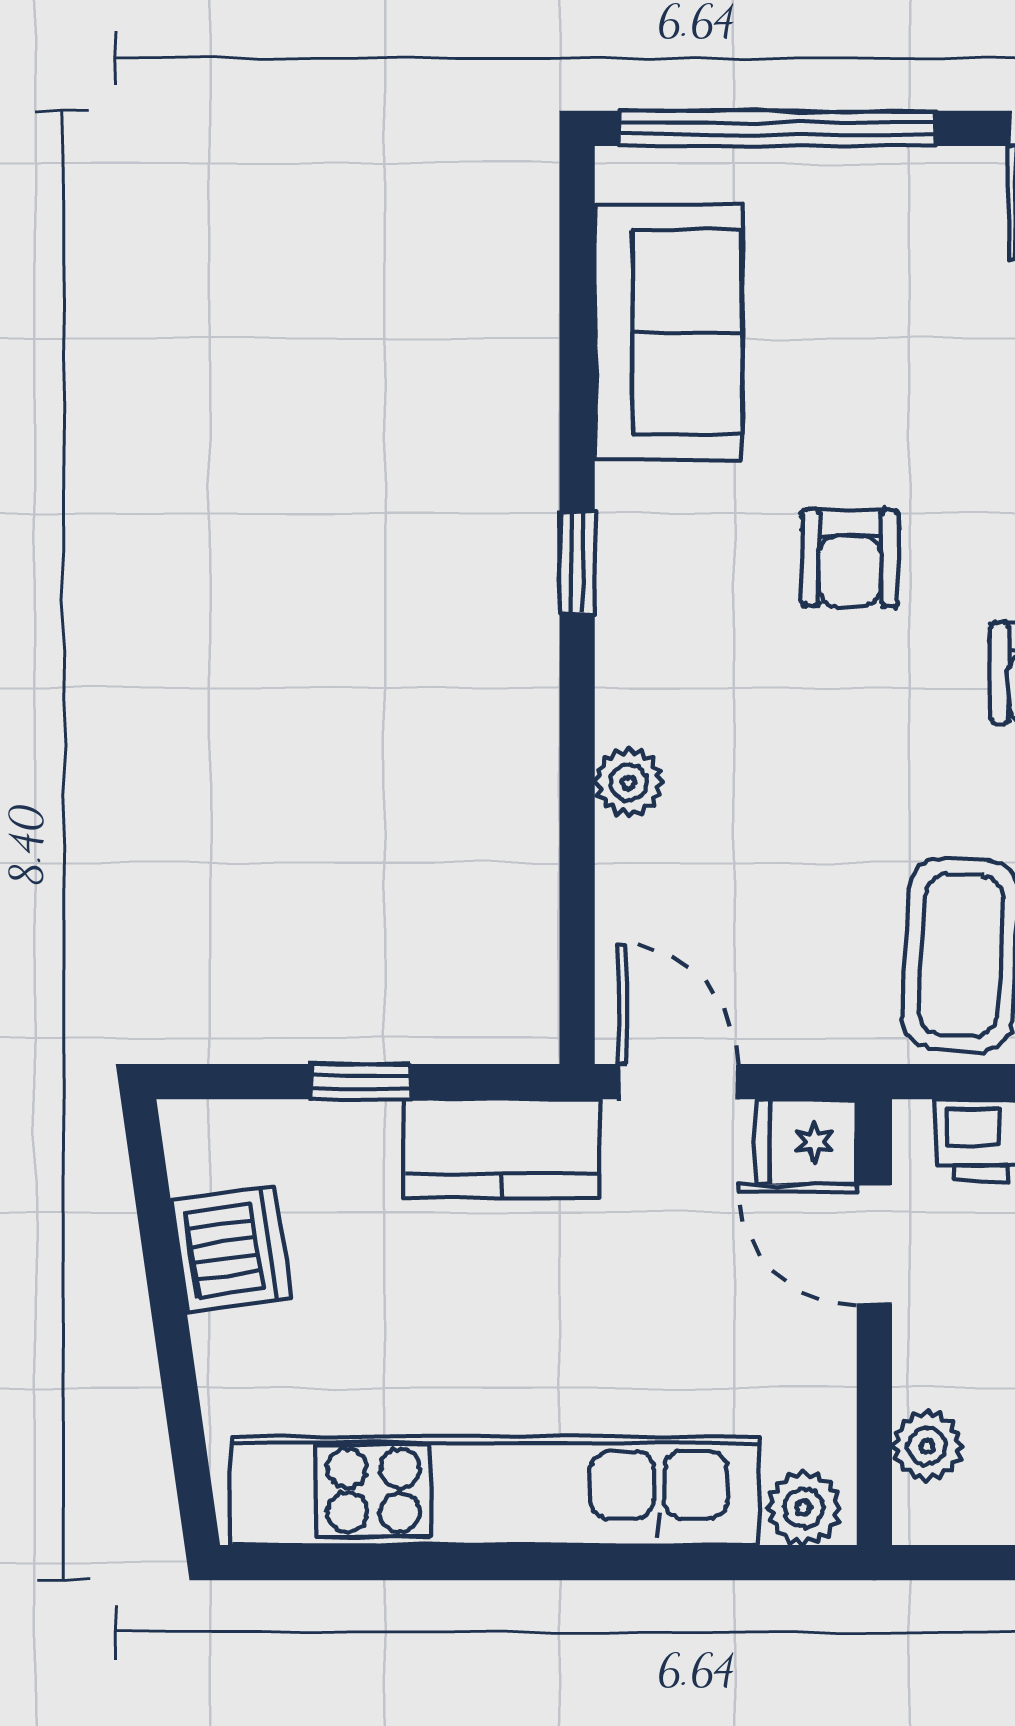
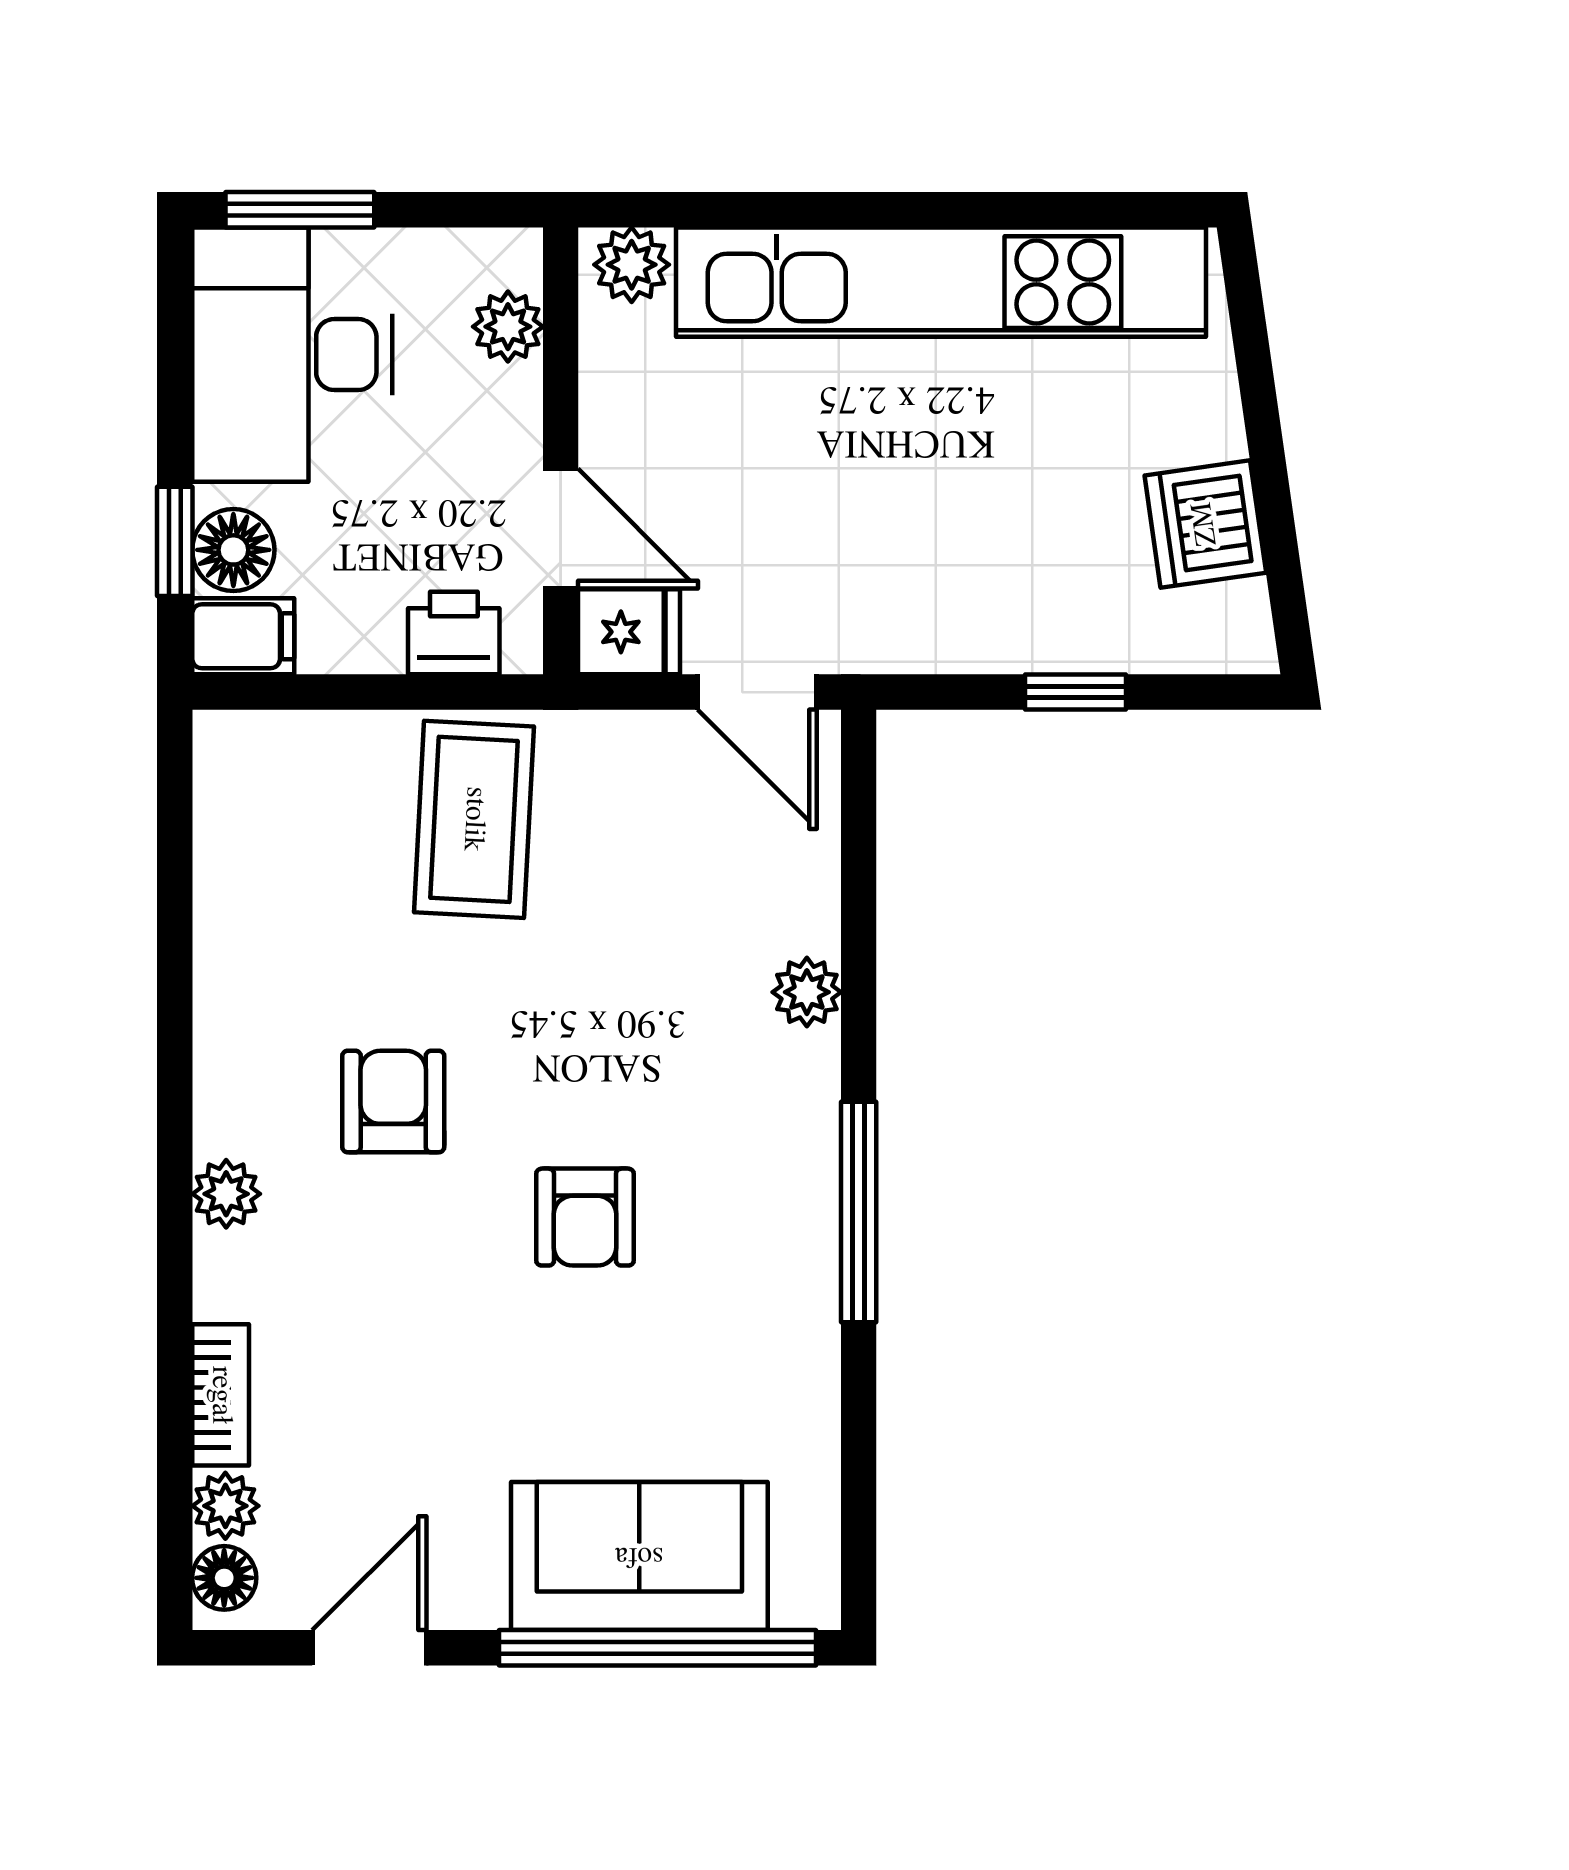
sofa: (669, 333) -> (639, 1556), moved, turned 90
armchair: (850, 558) -> (585, 1217), turned 180
window: (577, 563) -> (859, 1212), width x2.17
kitchen counter: (501, 1148) -> (935, 625), removed

